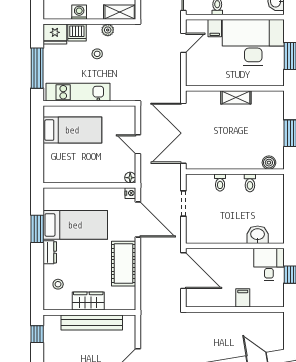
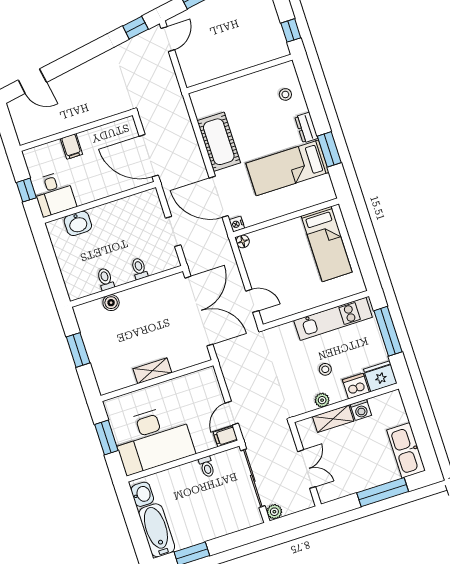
shelving: (120, 12) -> (333, 419), moved
filing cabinet: (215, 28) -> (225, 436), moved, turned -90
bed: (72, 130) -> (327, 244), moved, turned -90
door: (138, 144) -> (252, 301), moved
boiler: (269, 163) -> (111, 303), moved
wardrobe: (88, 301) -> (245, 86), removed
bench: (92, 322) -> (233, 64), removed

